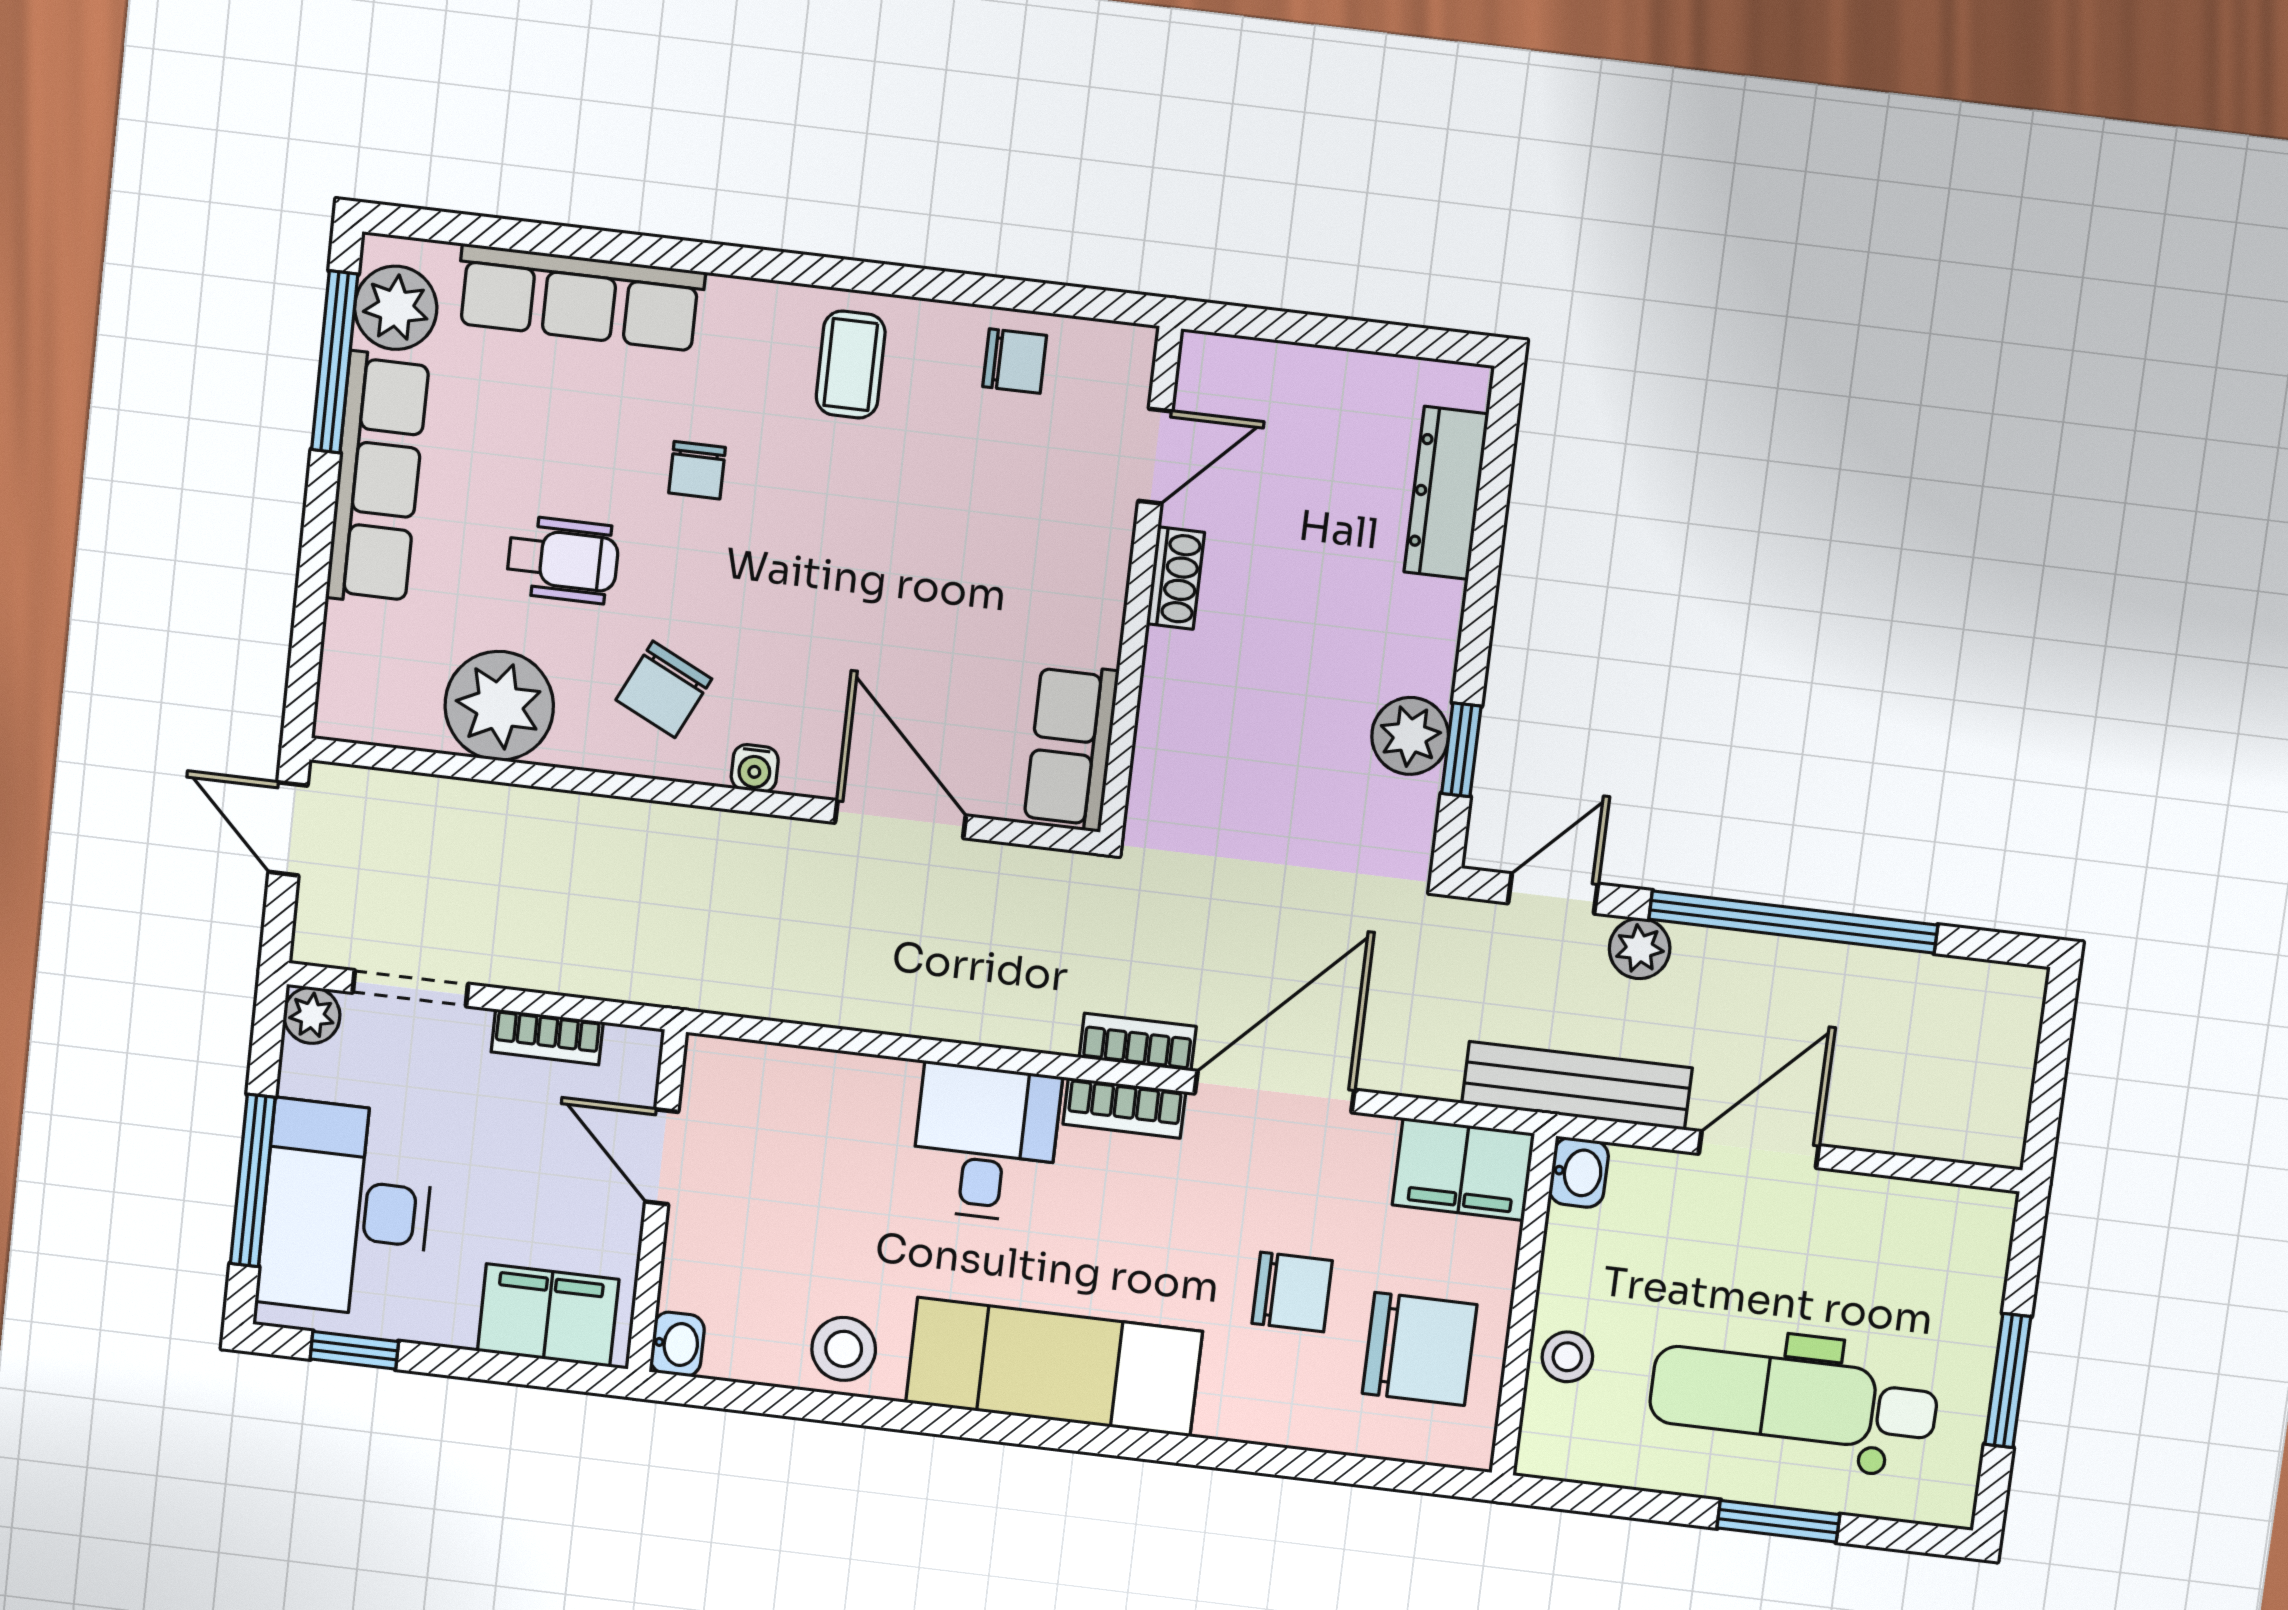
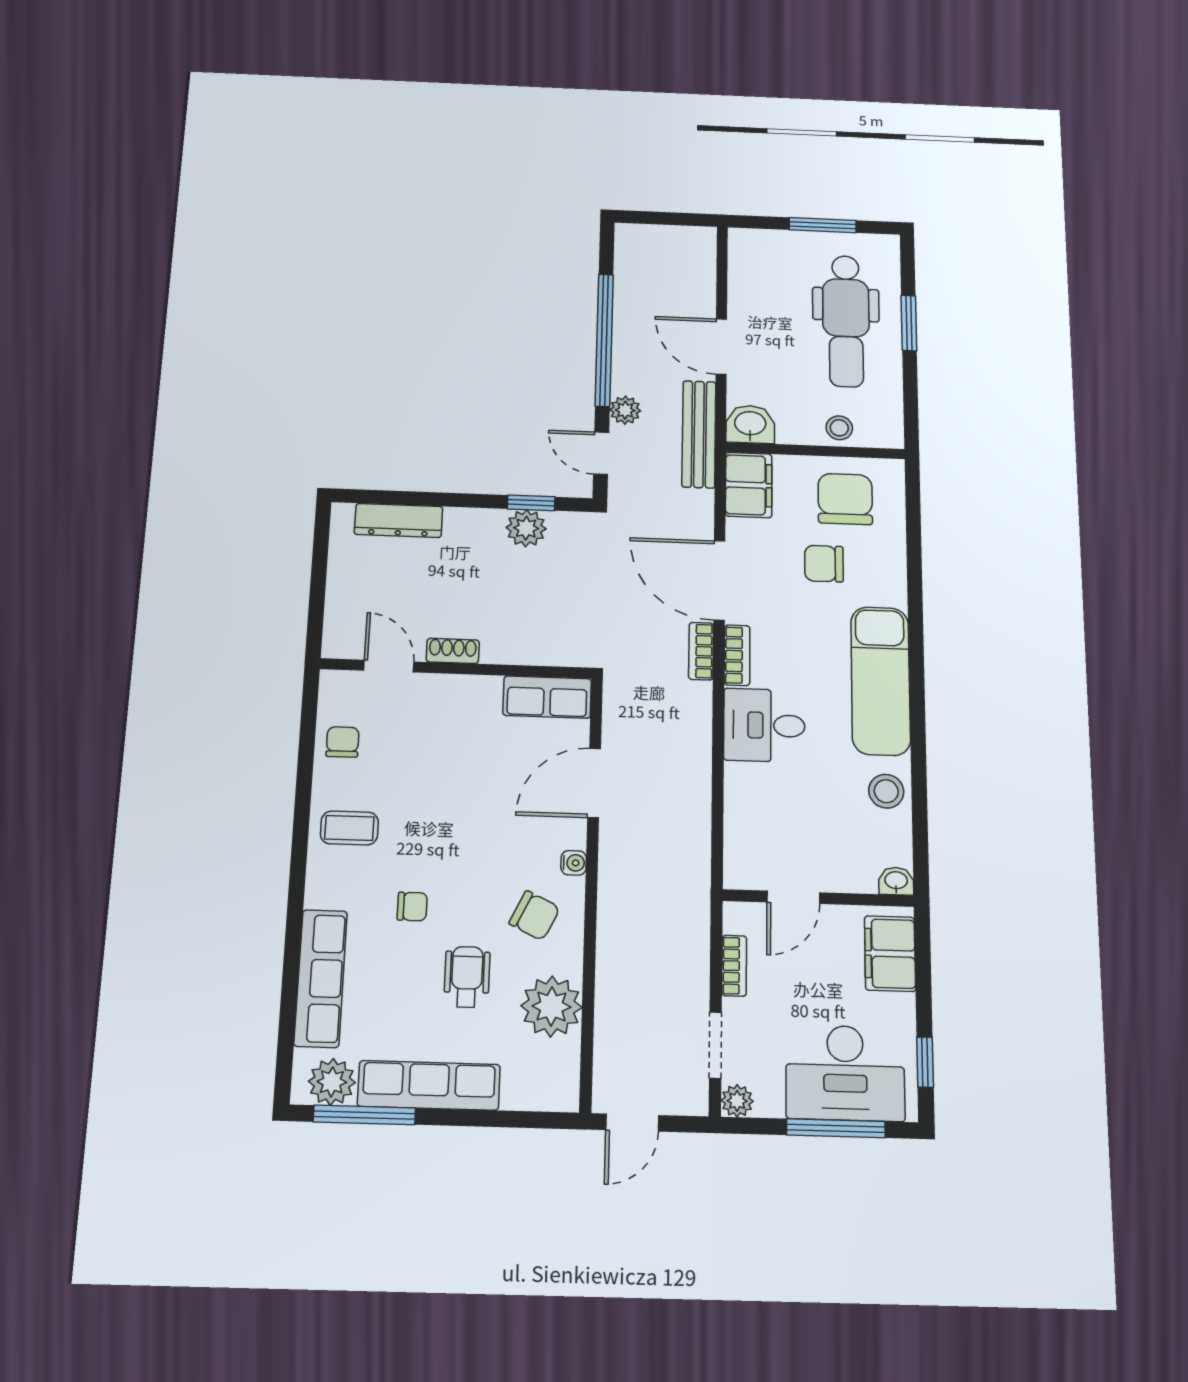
washbasin: (1579, 1172) -> (750, 424), width x1.38, depth x1.45
chair: (1292, 1292) -> (824, 564), turned -90

